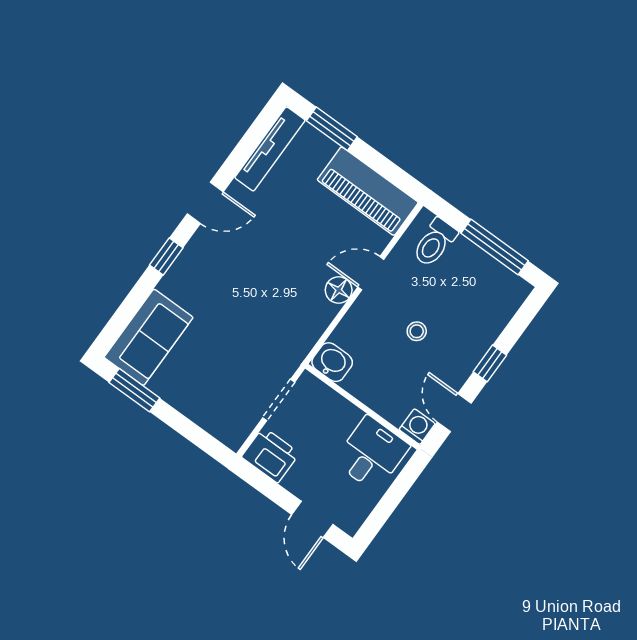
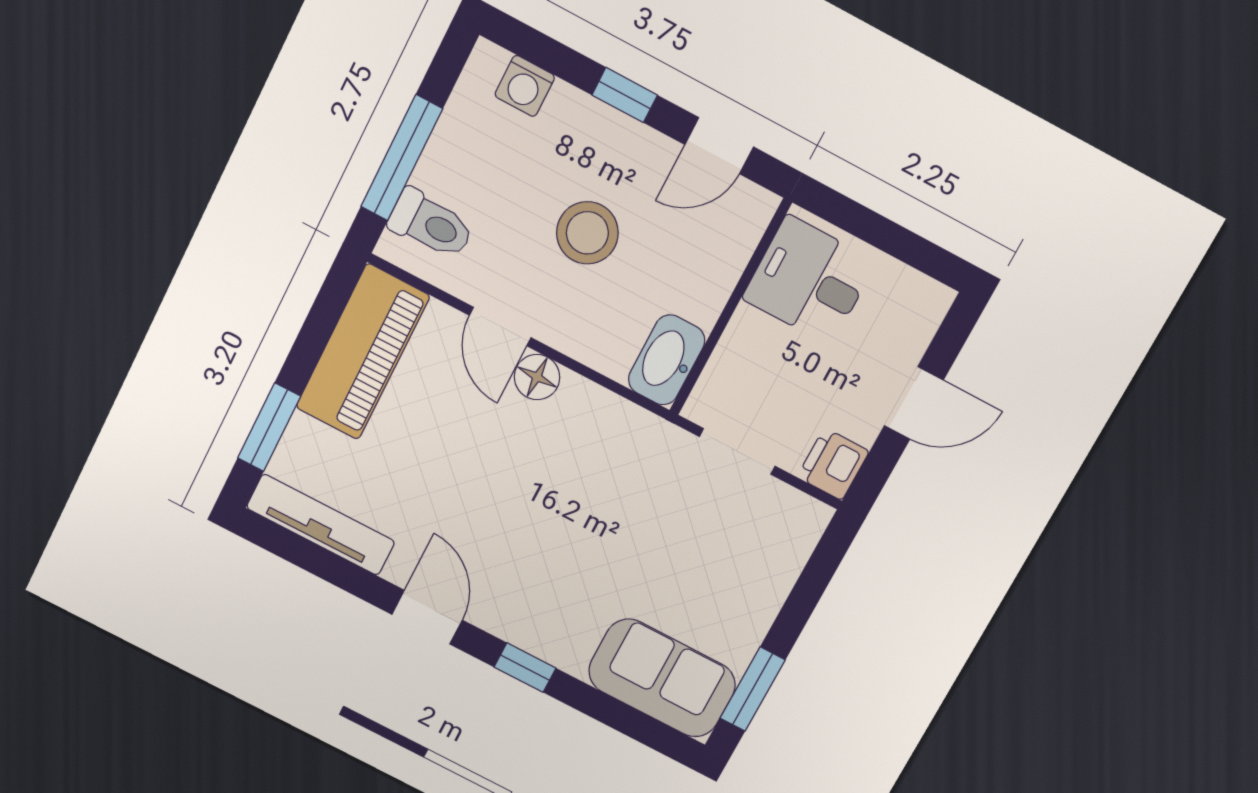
window: (495, 247) -> (402, 158), moved
stool: (417, 331) -> (587, 233), width x1.89, depth x1.89
washbasin: (332, 362) -> (667, 360), width x1.38
washing machine: (417, 427) -> (525, 86), moved, turned -90
printer: (270, 455) -> (833, 464), width x0.73, depth x0.81
door: (312, 519) -> (914, 403), moved

